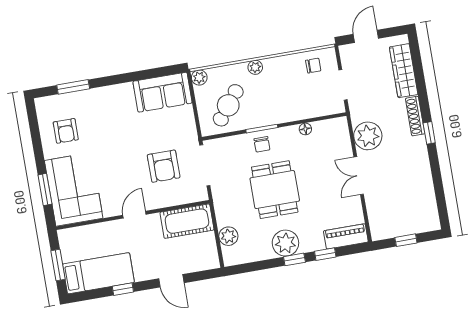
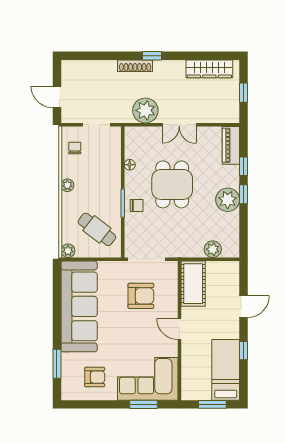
plant: (255, 67) -> (67, 185), moved
wardrobe: (404, 71) -> (209, 69), moved
sofa: (162, 92) -> (79, 306), width x1.85, depth x1.27
dining table: (275, 190) -> (172, 184), moved, turned 90

